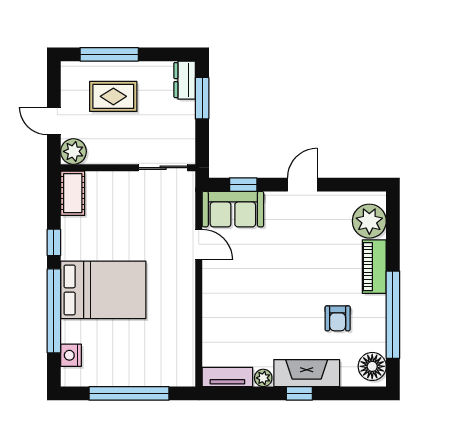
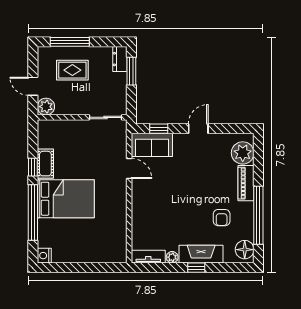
cot: (73, 193) -> (45, 164), moved
nightstand: (71, 355) -> (44, 256), moved
window: (129, 393) -> (83, 268), removed

